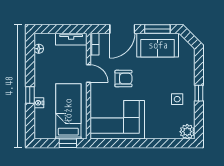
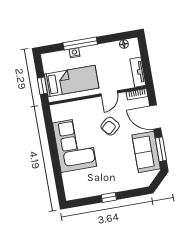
armchair: (123, 79) -> (110, 126), turned 49
window: (30, 95) -> (80, 43), width x2.17
side table: (177, 99) -> (100, 178), removed
corner sofa: (117, 120) -> (75, 145), moved
plant: (187, 132) -> (72, 193), removed

